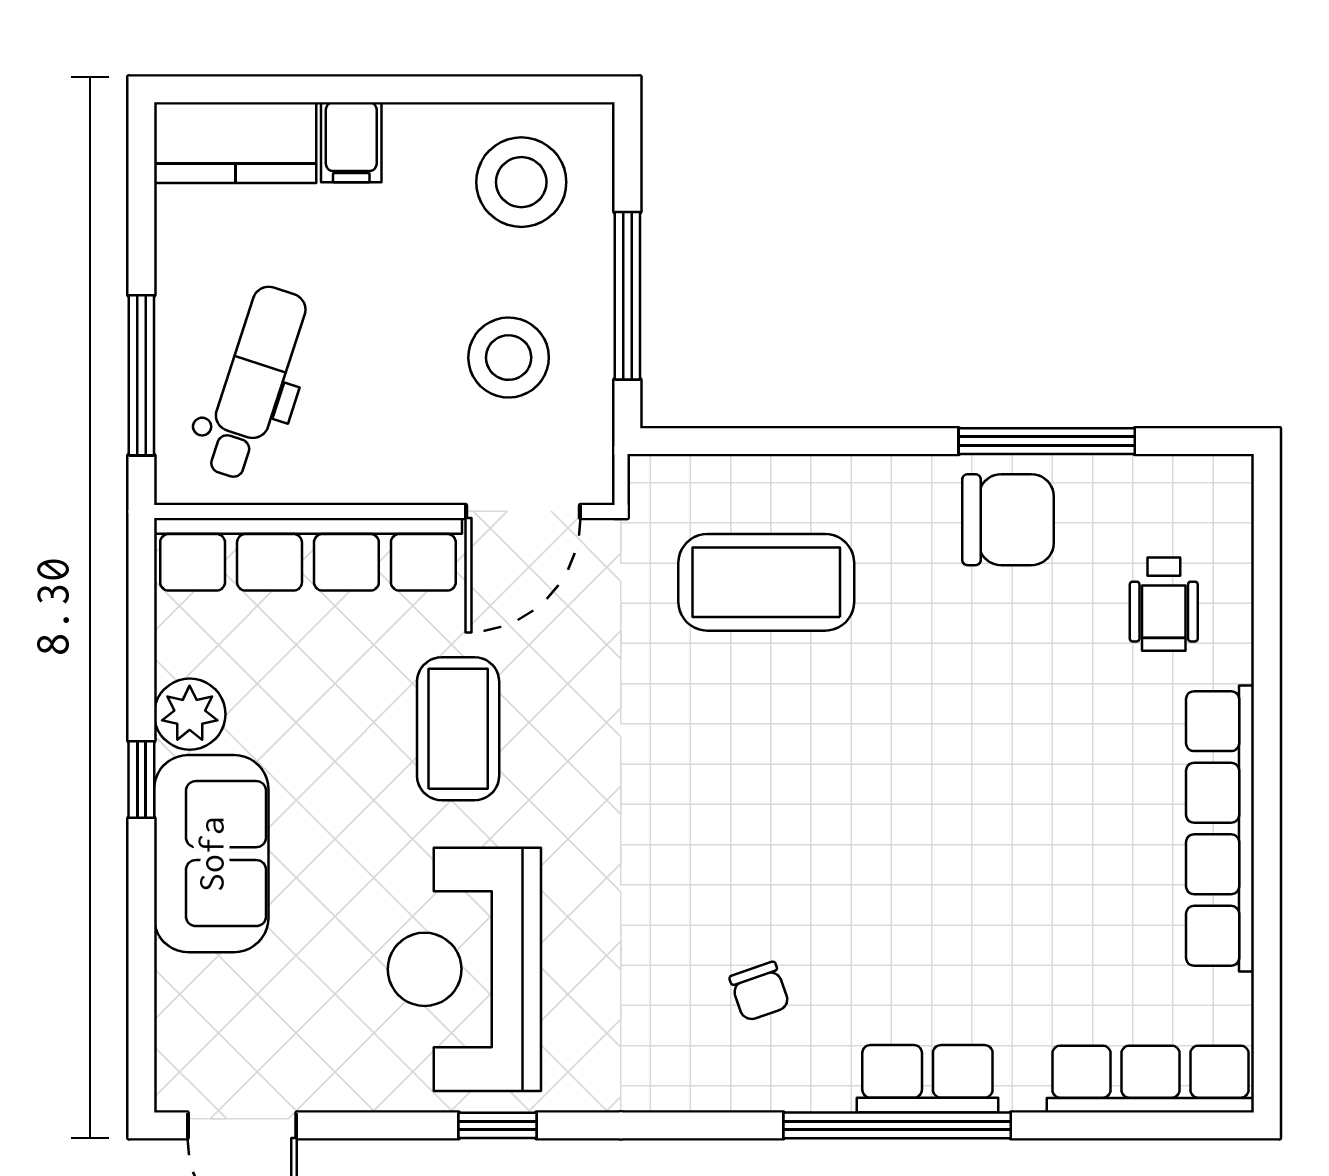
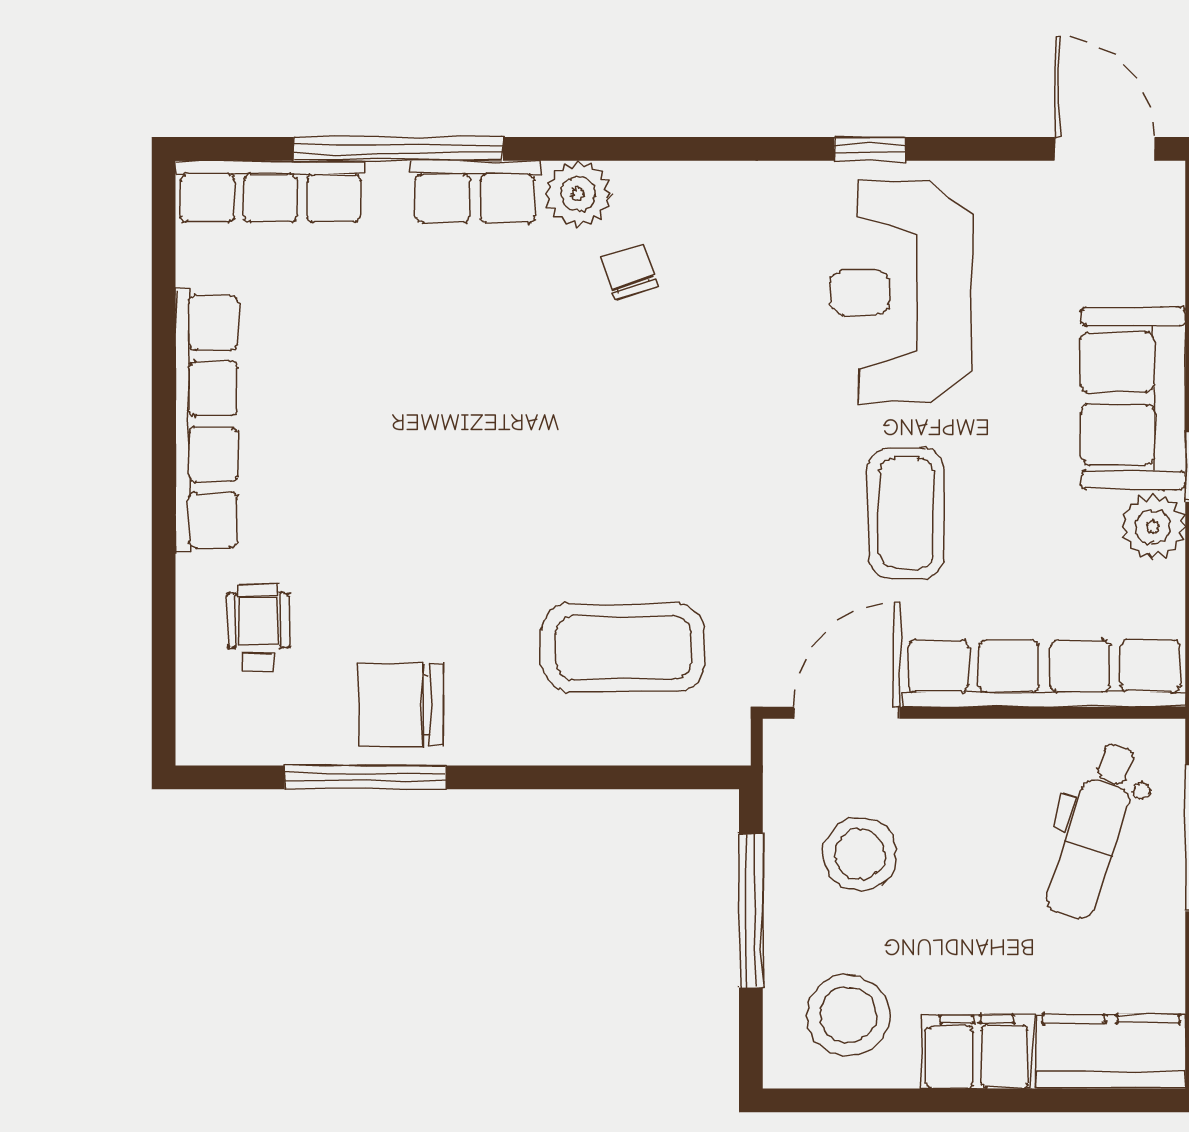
filing cabinet: (351, 142) -> (977, 1052), width x2.00
reception desk: (464, 969) -> (901, 292), turned 180
plant: (816, 1076) -> (578, 194), added
window: (897, 1125) -> (398, 149), moved

